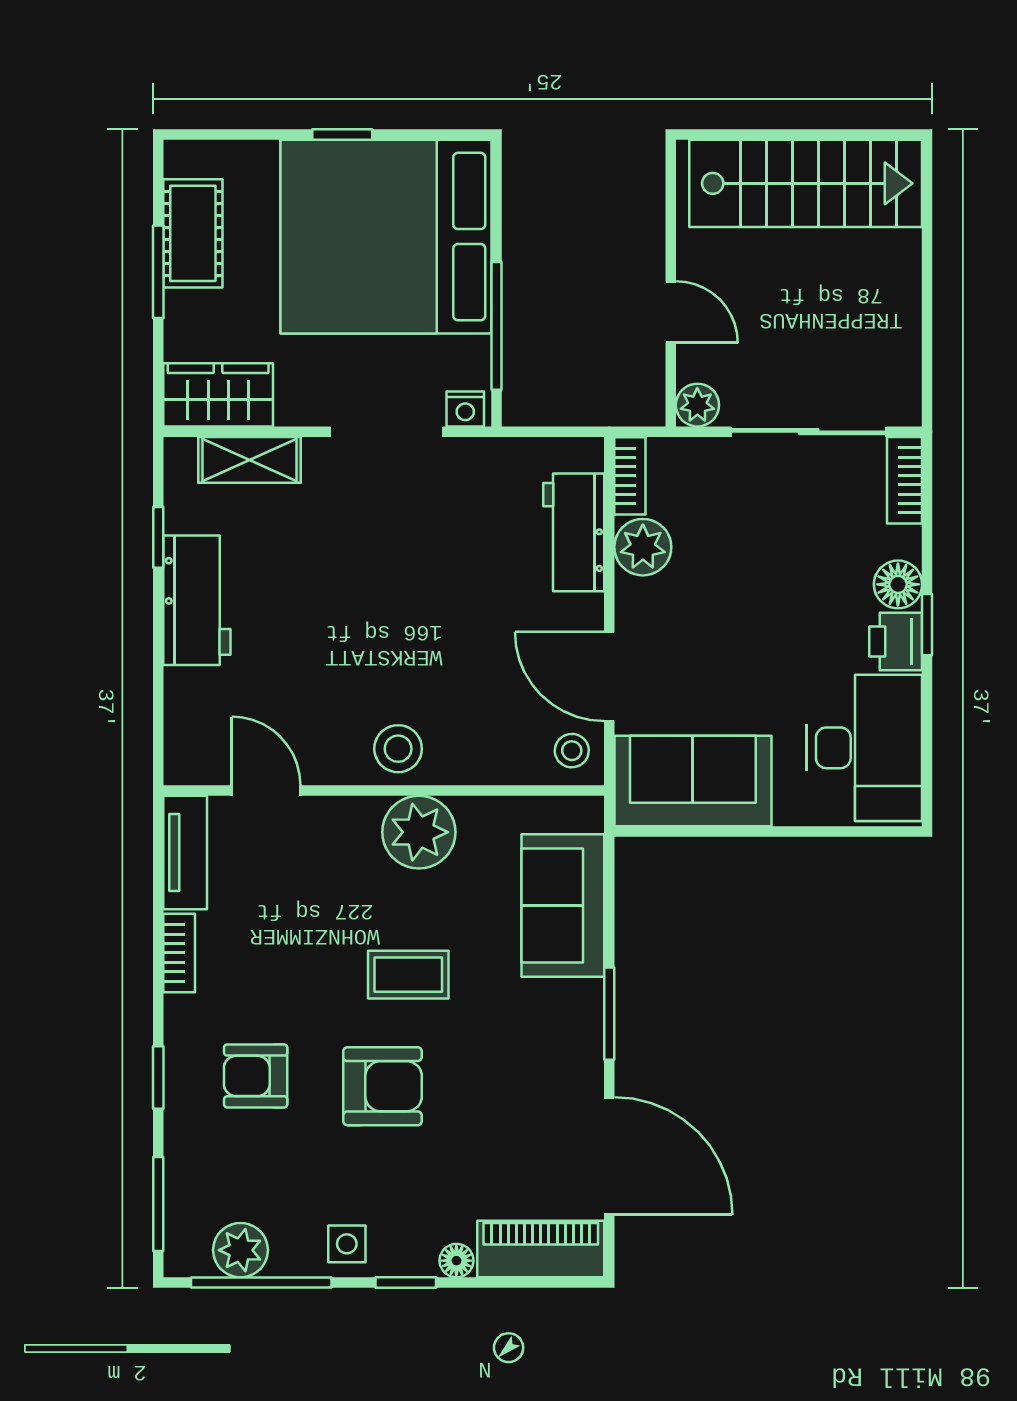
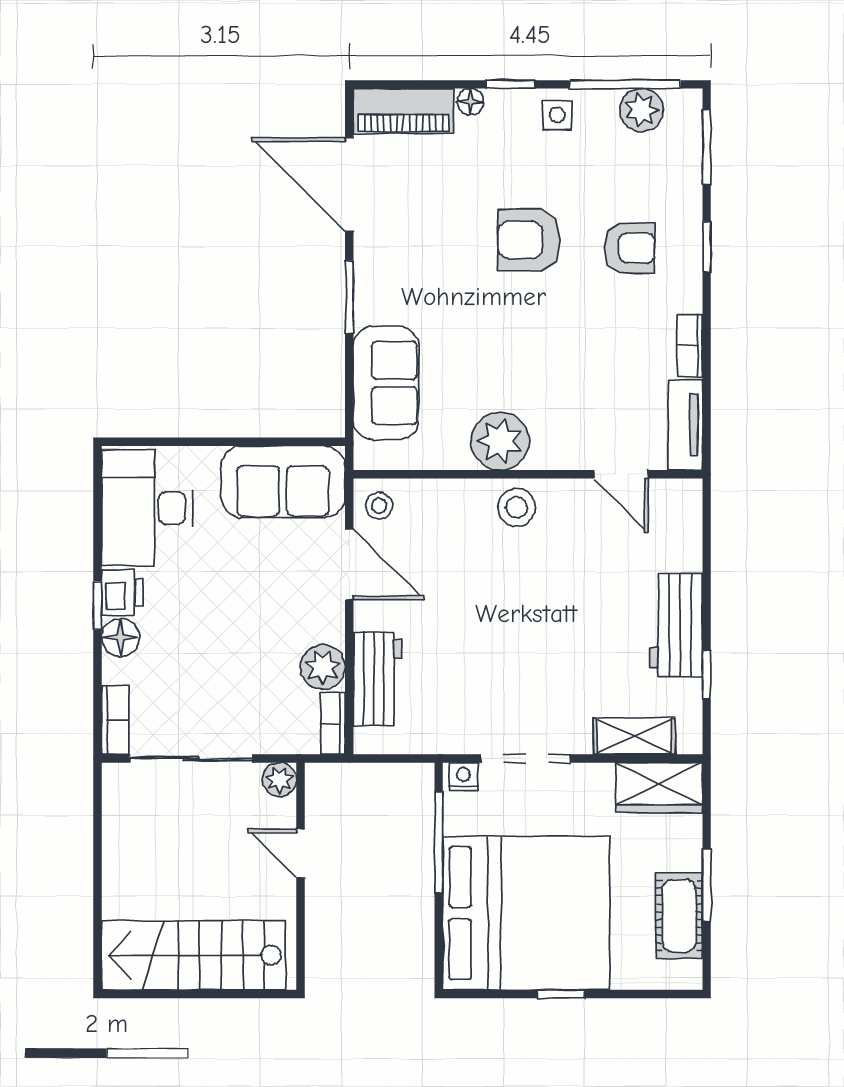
coffee table: (408, 975) -> (509, 328), removed

